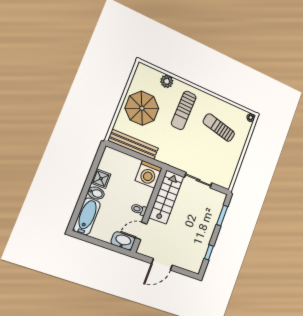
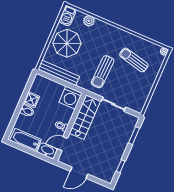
barbecue: (141, 75) -> (68, 16), added
sun lounger: (184, 110) -> (103, 72), moved
bathtub: (87, 216) -> (25, 140), moved, turned -90

